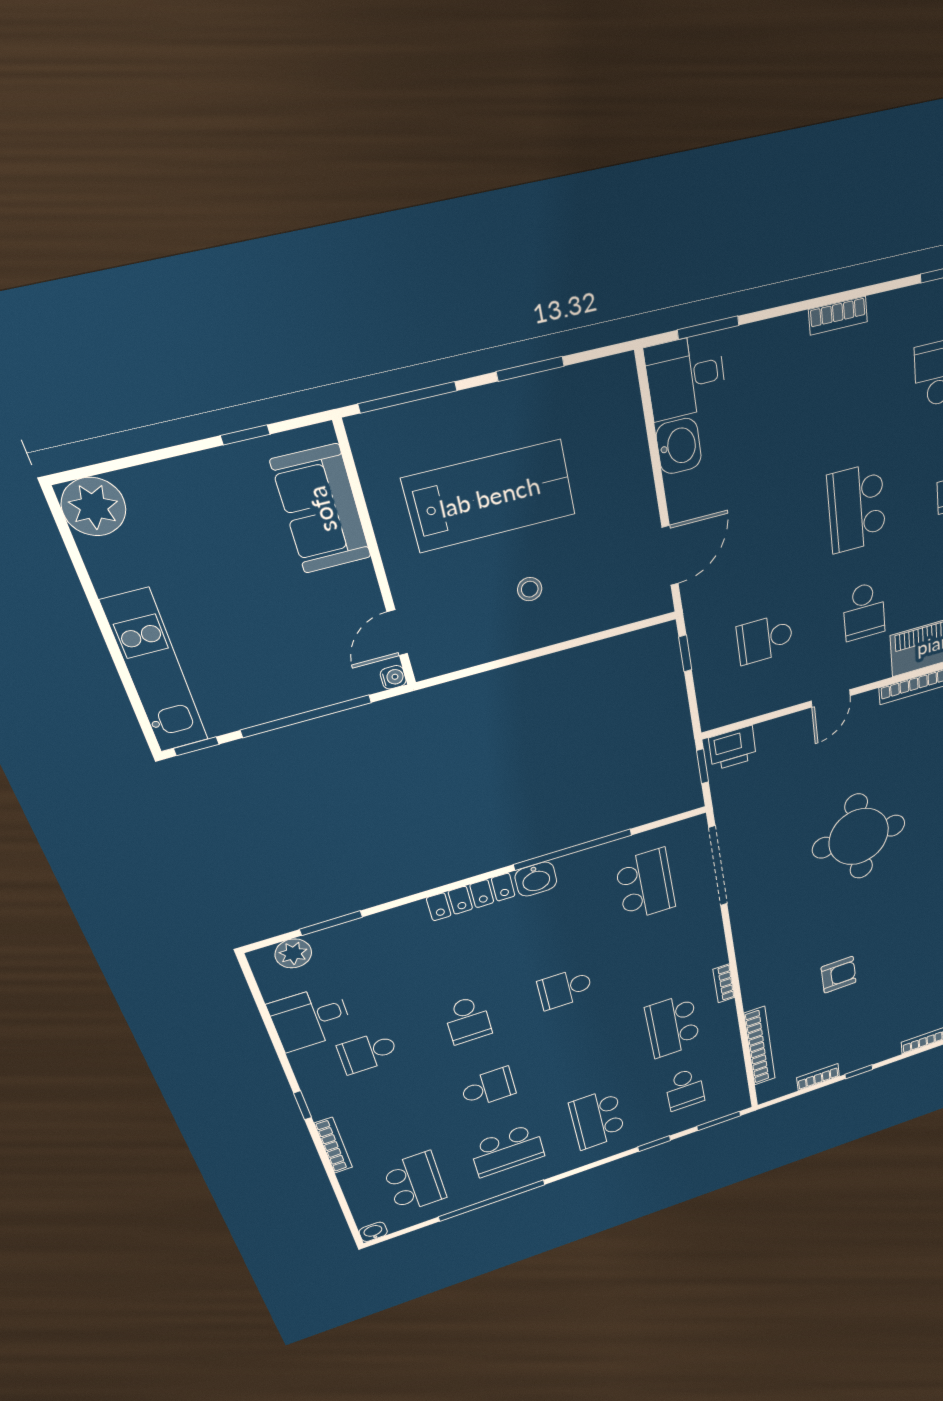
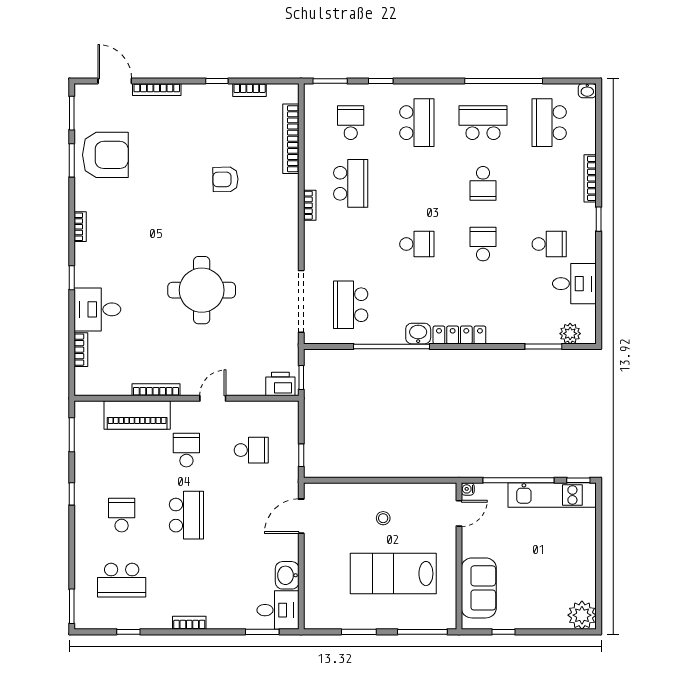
kitchen unit: (155, 672) -> (552, 495), moved, turned -90
school desk: (488, 1088) -> (483, 183), turned -90

